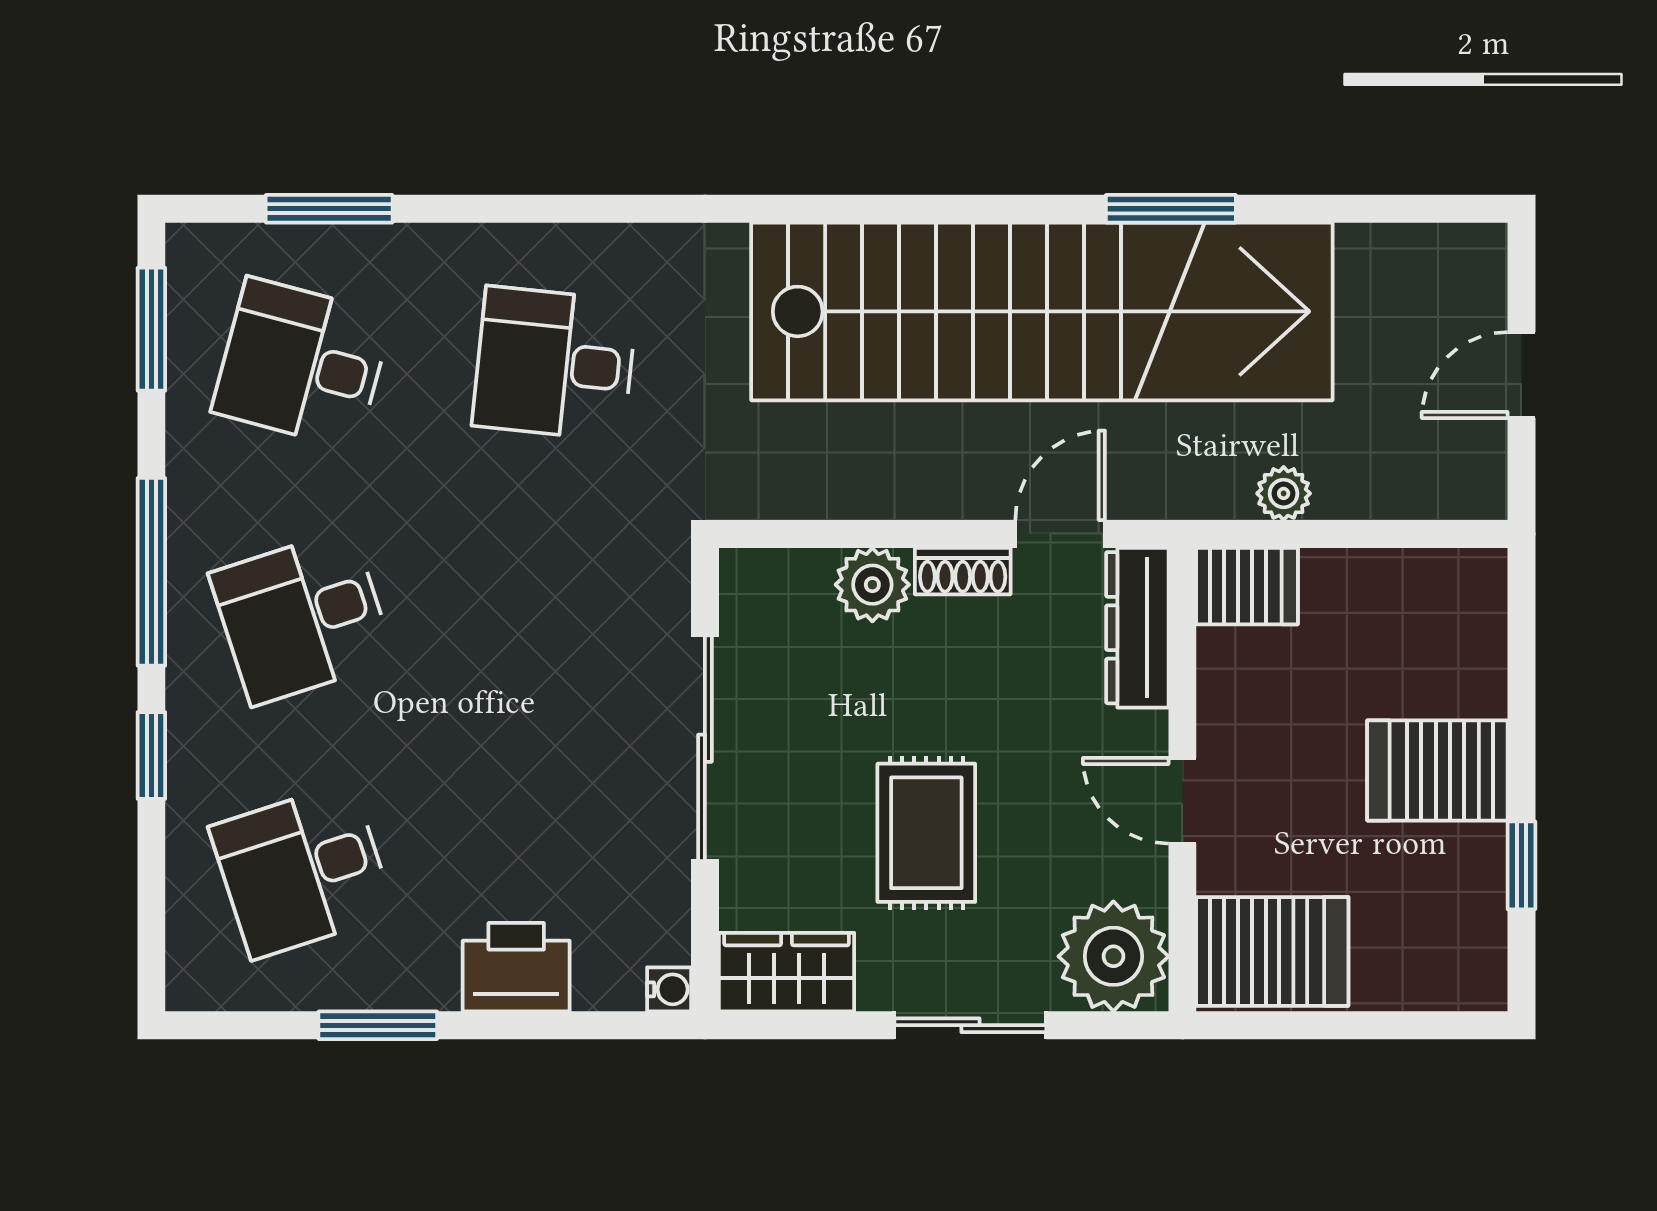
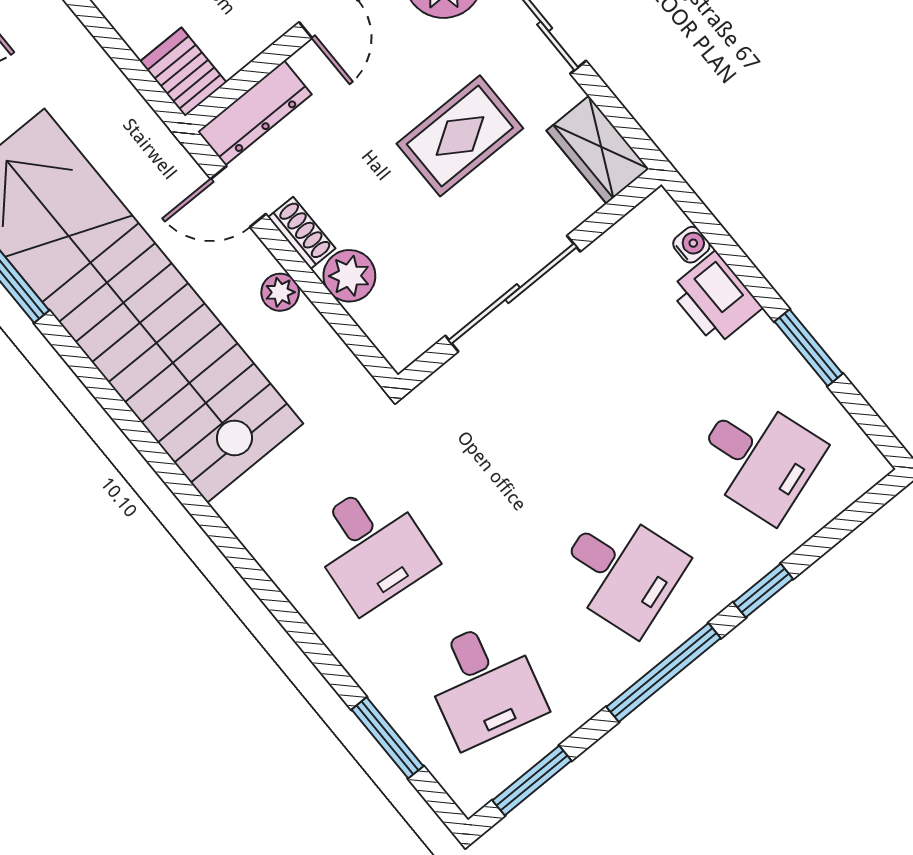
plant: (1284, 493) -> (280, 292), moved
water cooler: (669, 989) -> (691, 245), moved, turned 90

